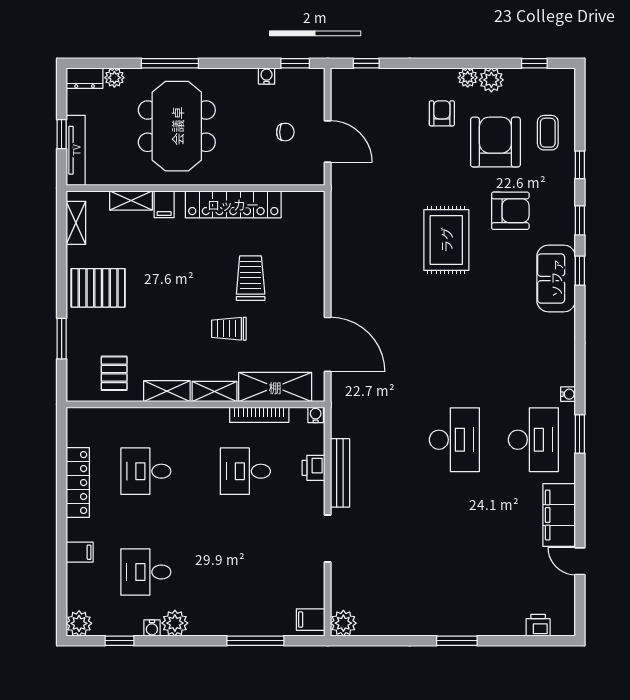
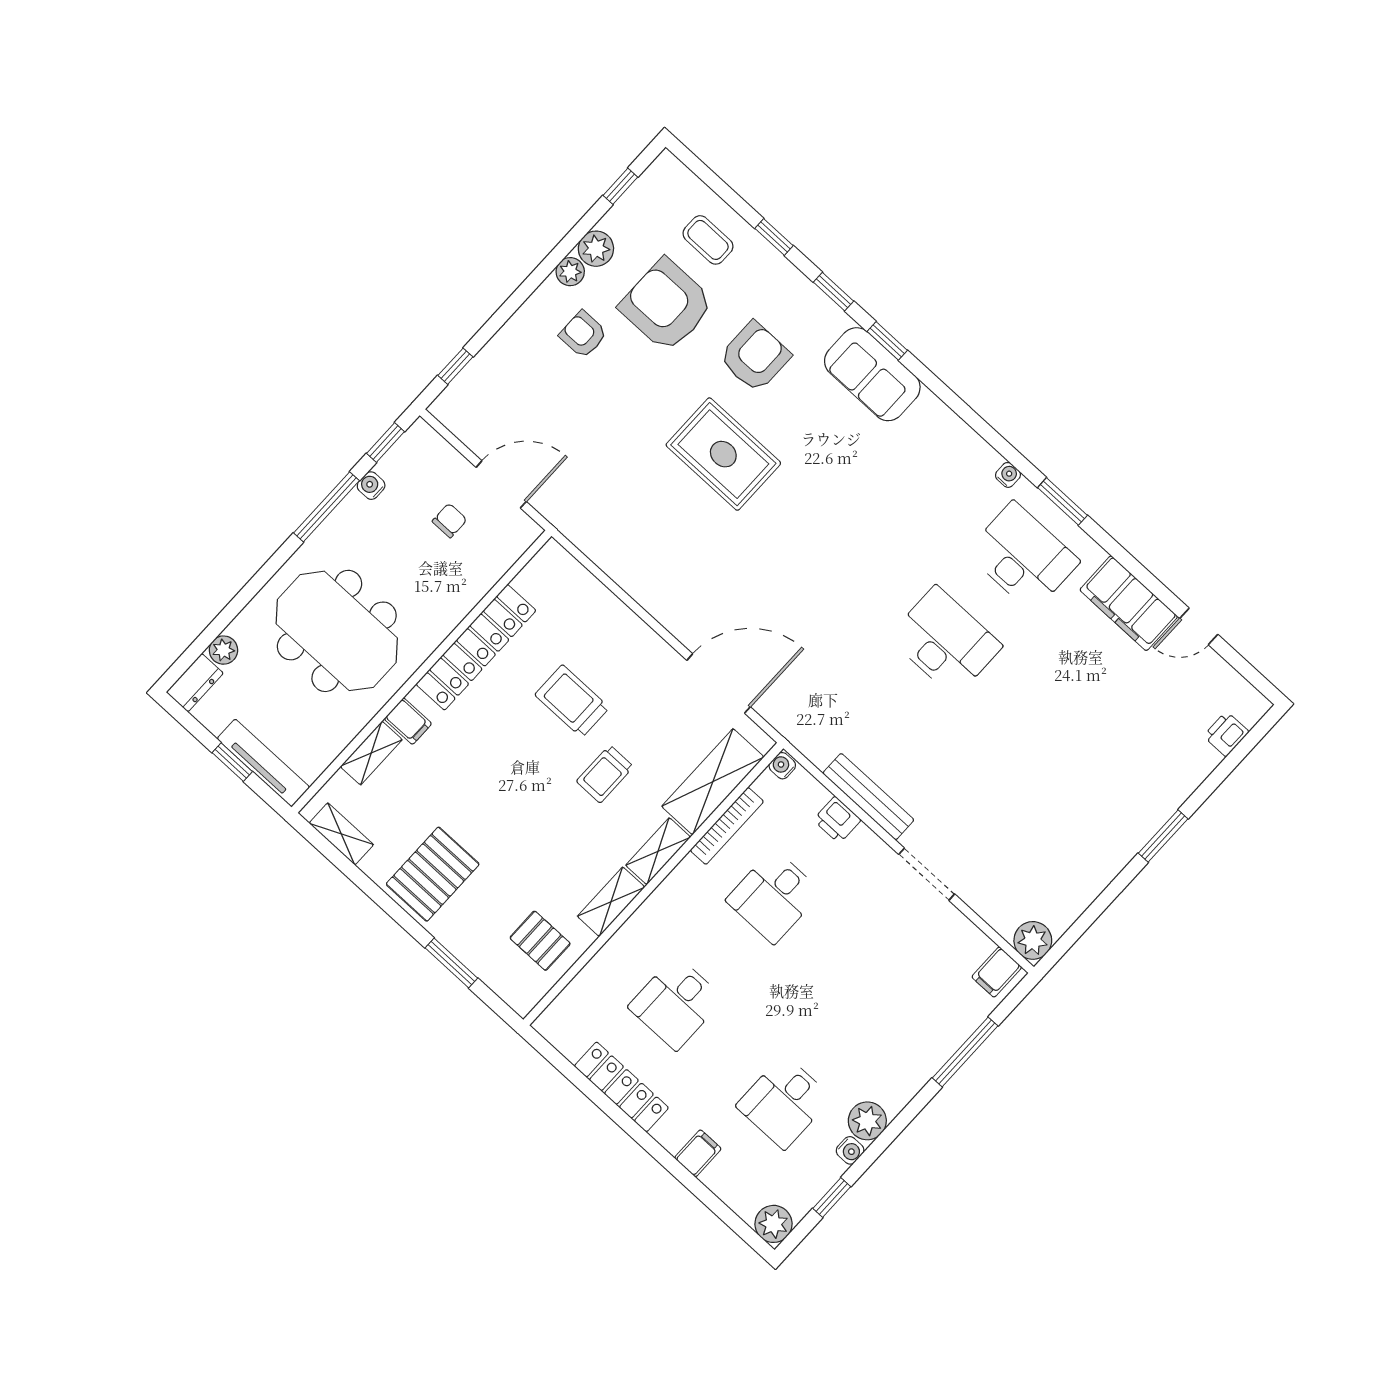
window: (170, 63) -> (327, 507), moved

